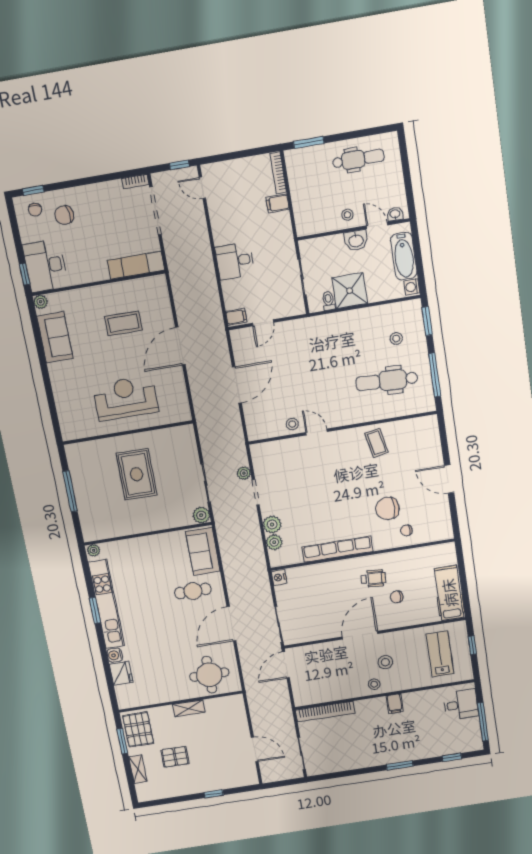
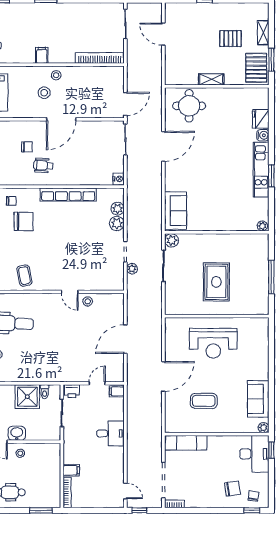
printer: (294, 307) -> (72, 391), added
cafe table: (193, 591) -> (190, 179), removed
kitchen unit: (106, 604) -> (261, 170), width x0.73

